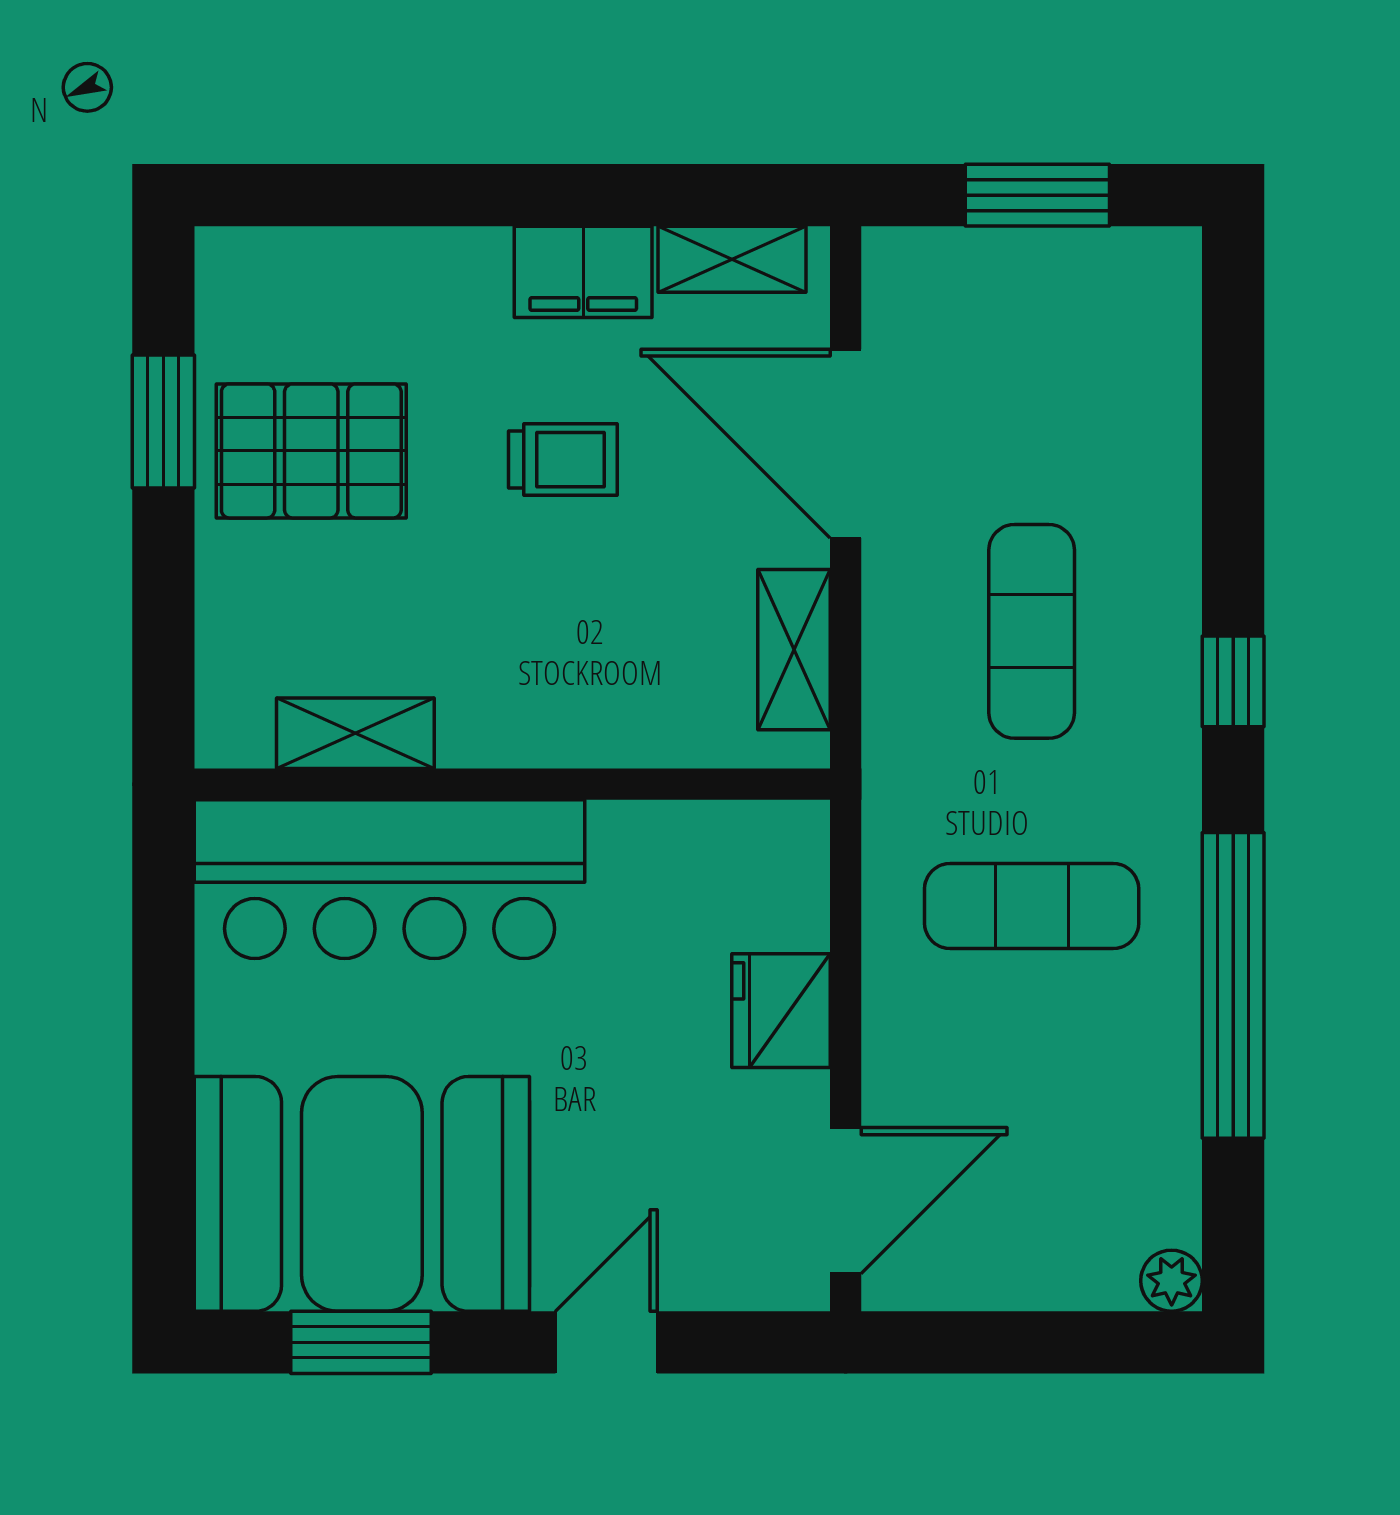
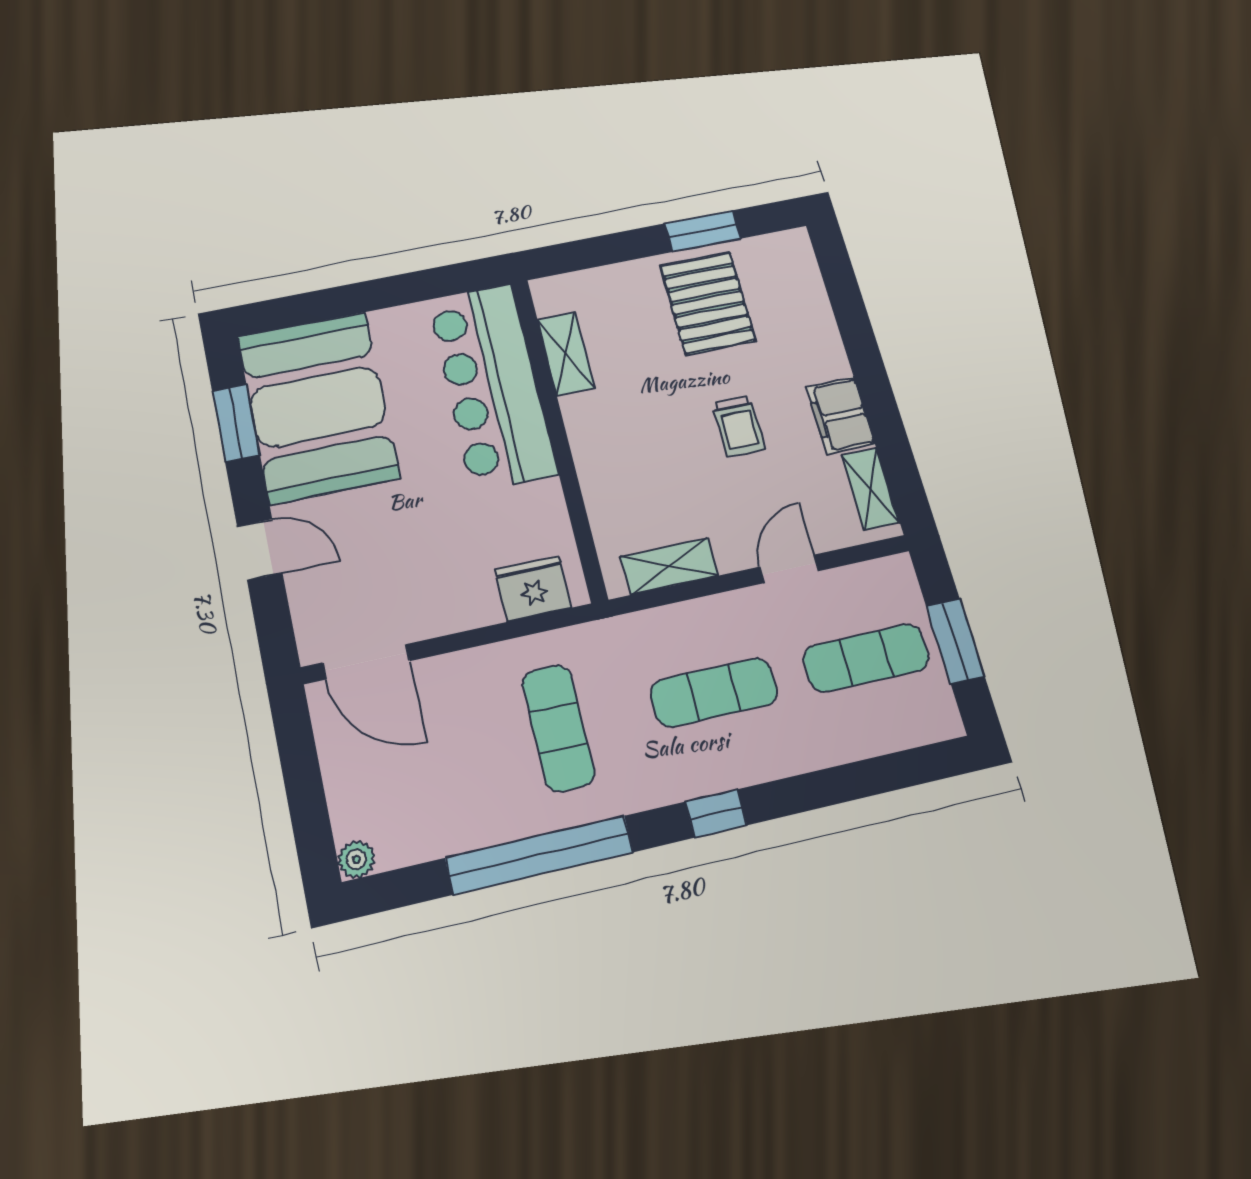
exercise mat: (1032, 357) -> (866, 658), added
door: (846, 444) -> (789, 569), width x0.53
fridge: (781, 1011) -> (533, 588), moved

